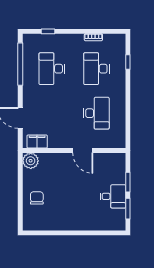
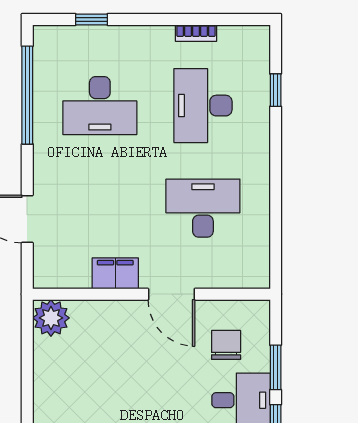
desk: (52, 69) -> (100, 106), turned -90
desk: (96, 113) -> (203, 208), turned -90
filing cabinet: (37, 141) -> (115, 273), moved
chair: (37, 198) -> (226, 345), moved

